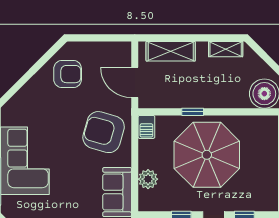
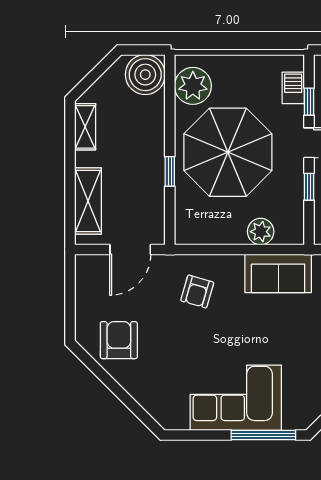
barbecue: (146, 127) -> (293, 88), moved, turned -90
plant: (256, 129) -> (193, 86), added
armchair: (104, 132) -> (197, 292), width x0.53, depth x0.53

